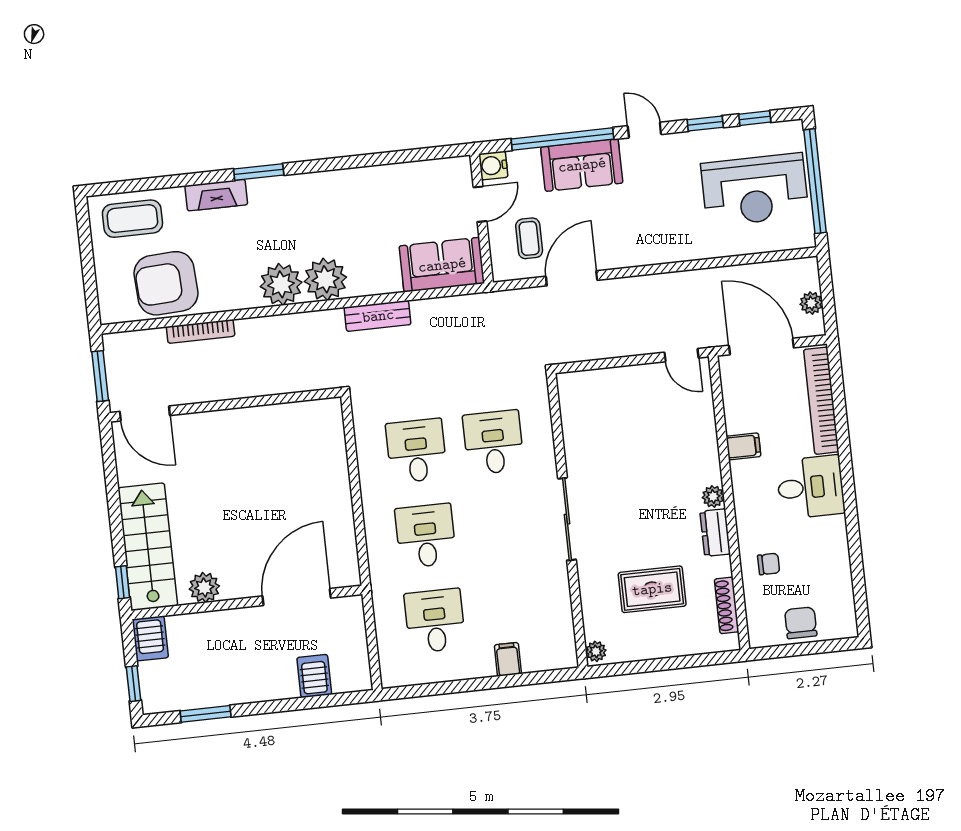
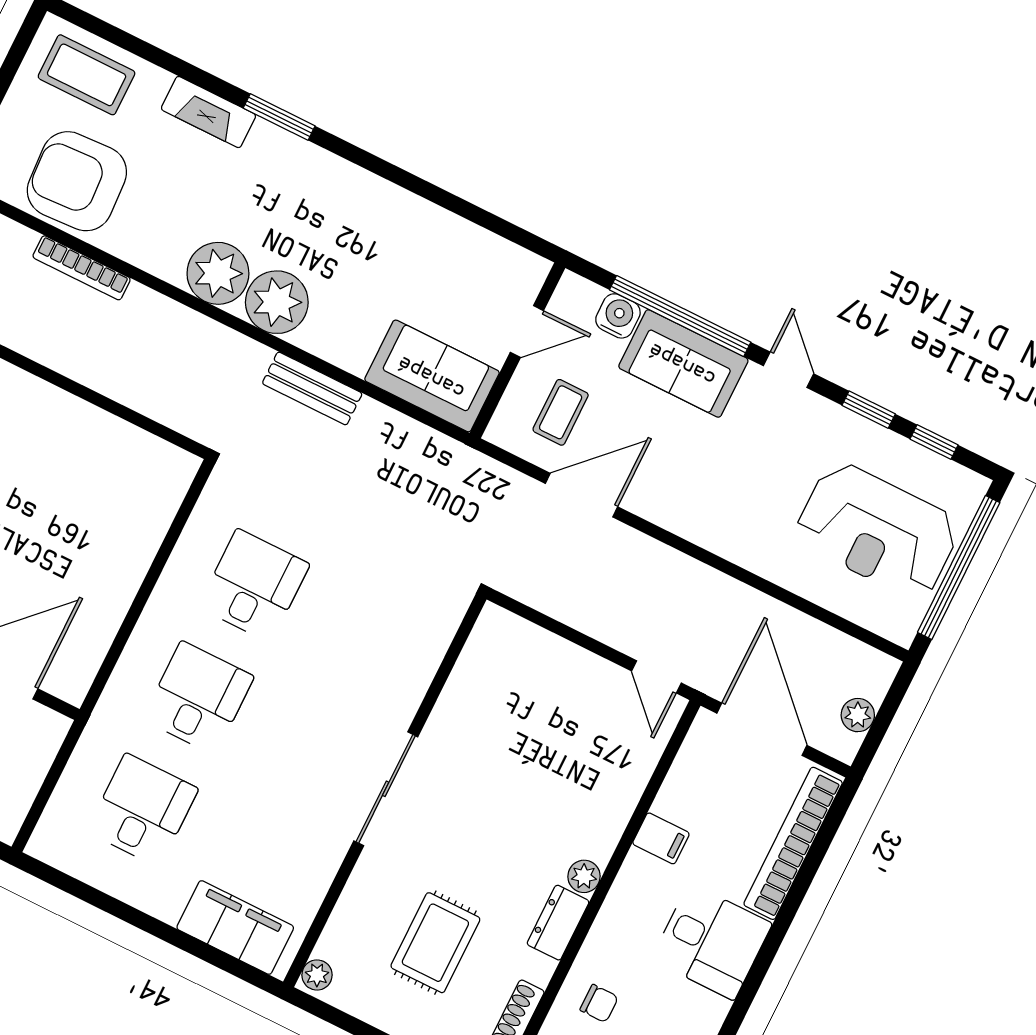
water cooler: (493, 165) -> (618, 316), moved, turned 90
desk: (493, 442) -> (355, 636), removed
rug: (652, 589) -> (435, 943), turned 90
filing cabinet: (508, 659) -> (235, 927), width x3.00, depth x1.17

